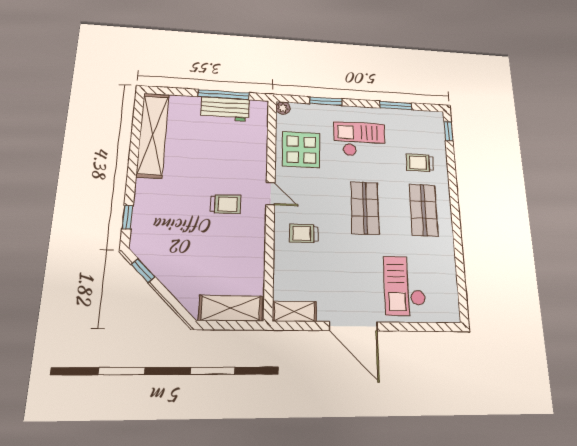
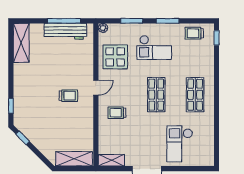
window: (396, 105) -> (168, 21), moved
workbench: (225, 109) -> (65, 31), width x1.38
shelving: (153, 135) -> (21, 43), width x0.68
checkout: (360, 139) -> (154, 47), turned 180
trolley: (420, 163) -> (194, 33), moved
door: (271, 194) -> (96, 88), hinge flipped

